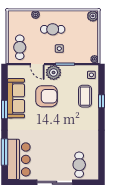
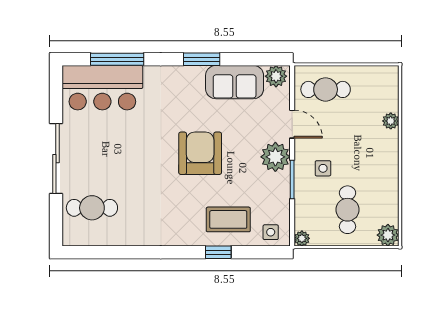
cafe table: (53, 29) -> (347, 210), moved
door: (37, 64) -> (292, 124), swing flipped
plant: (13, 72) -> (276, 76), added
armchair: (46, 96) -> (200, 153), moved, turned 180
sofa: (16, 98) -> (235, 82), width x0.73

